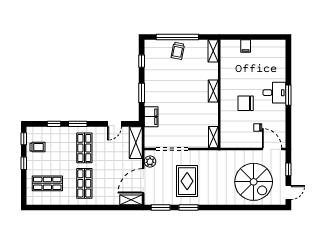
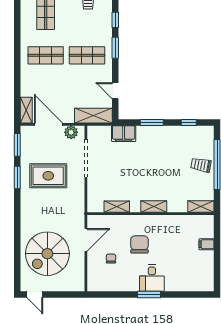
shelving: (213, 137) -> (117, 207), moved
door: (272, 149) -> (86, 240), moved
window: (288, 169) -> (62, 295), removed

